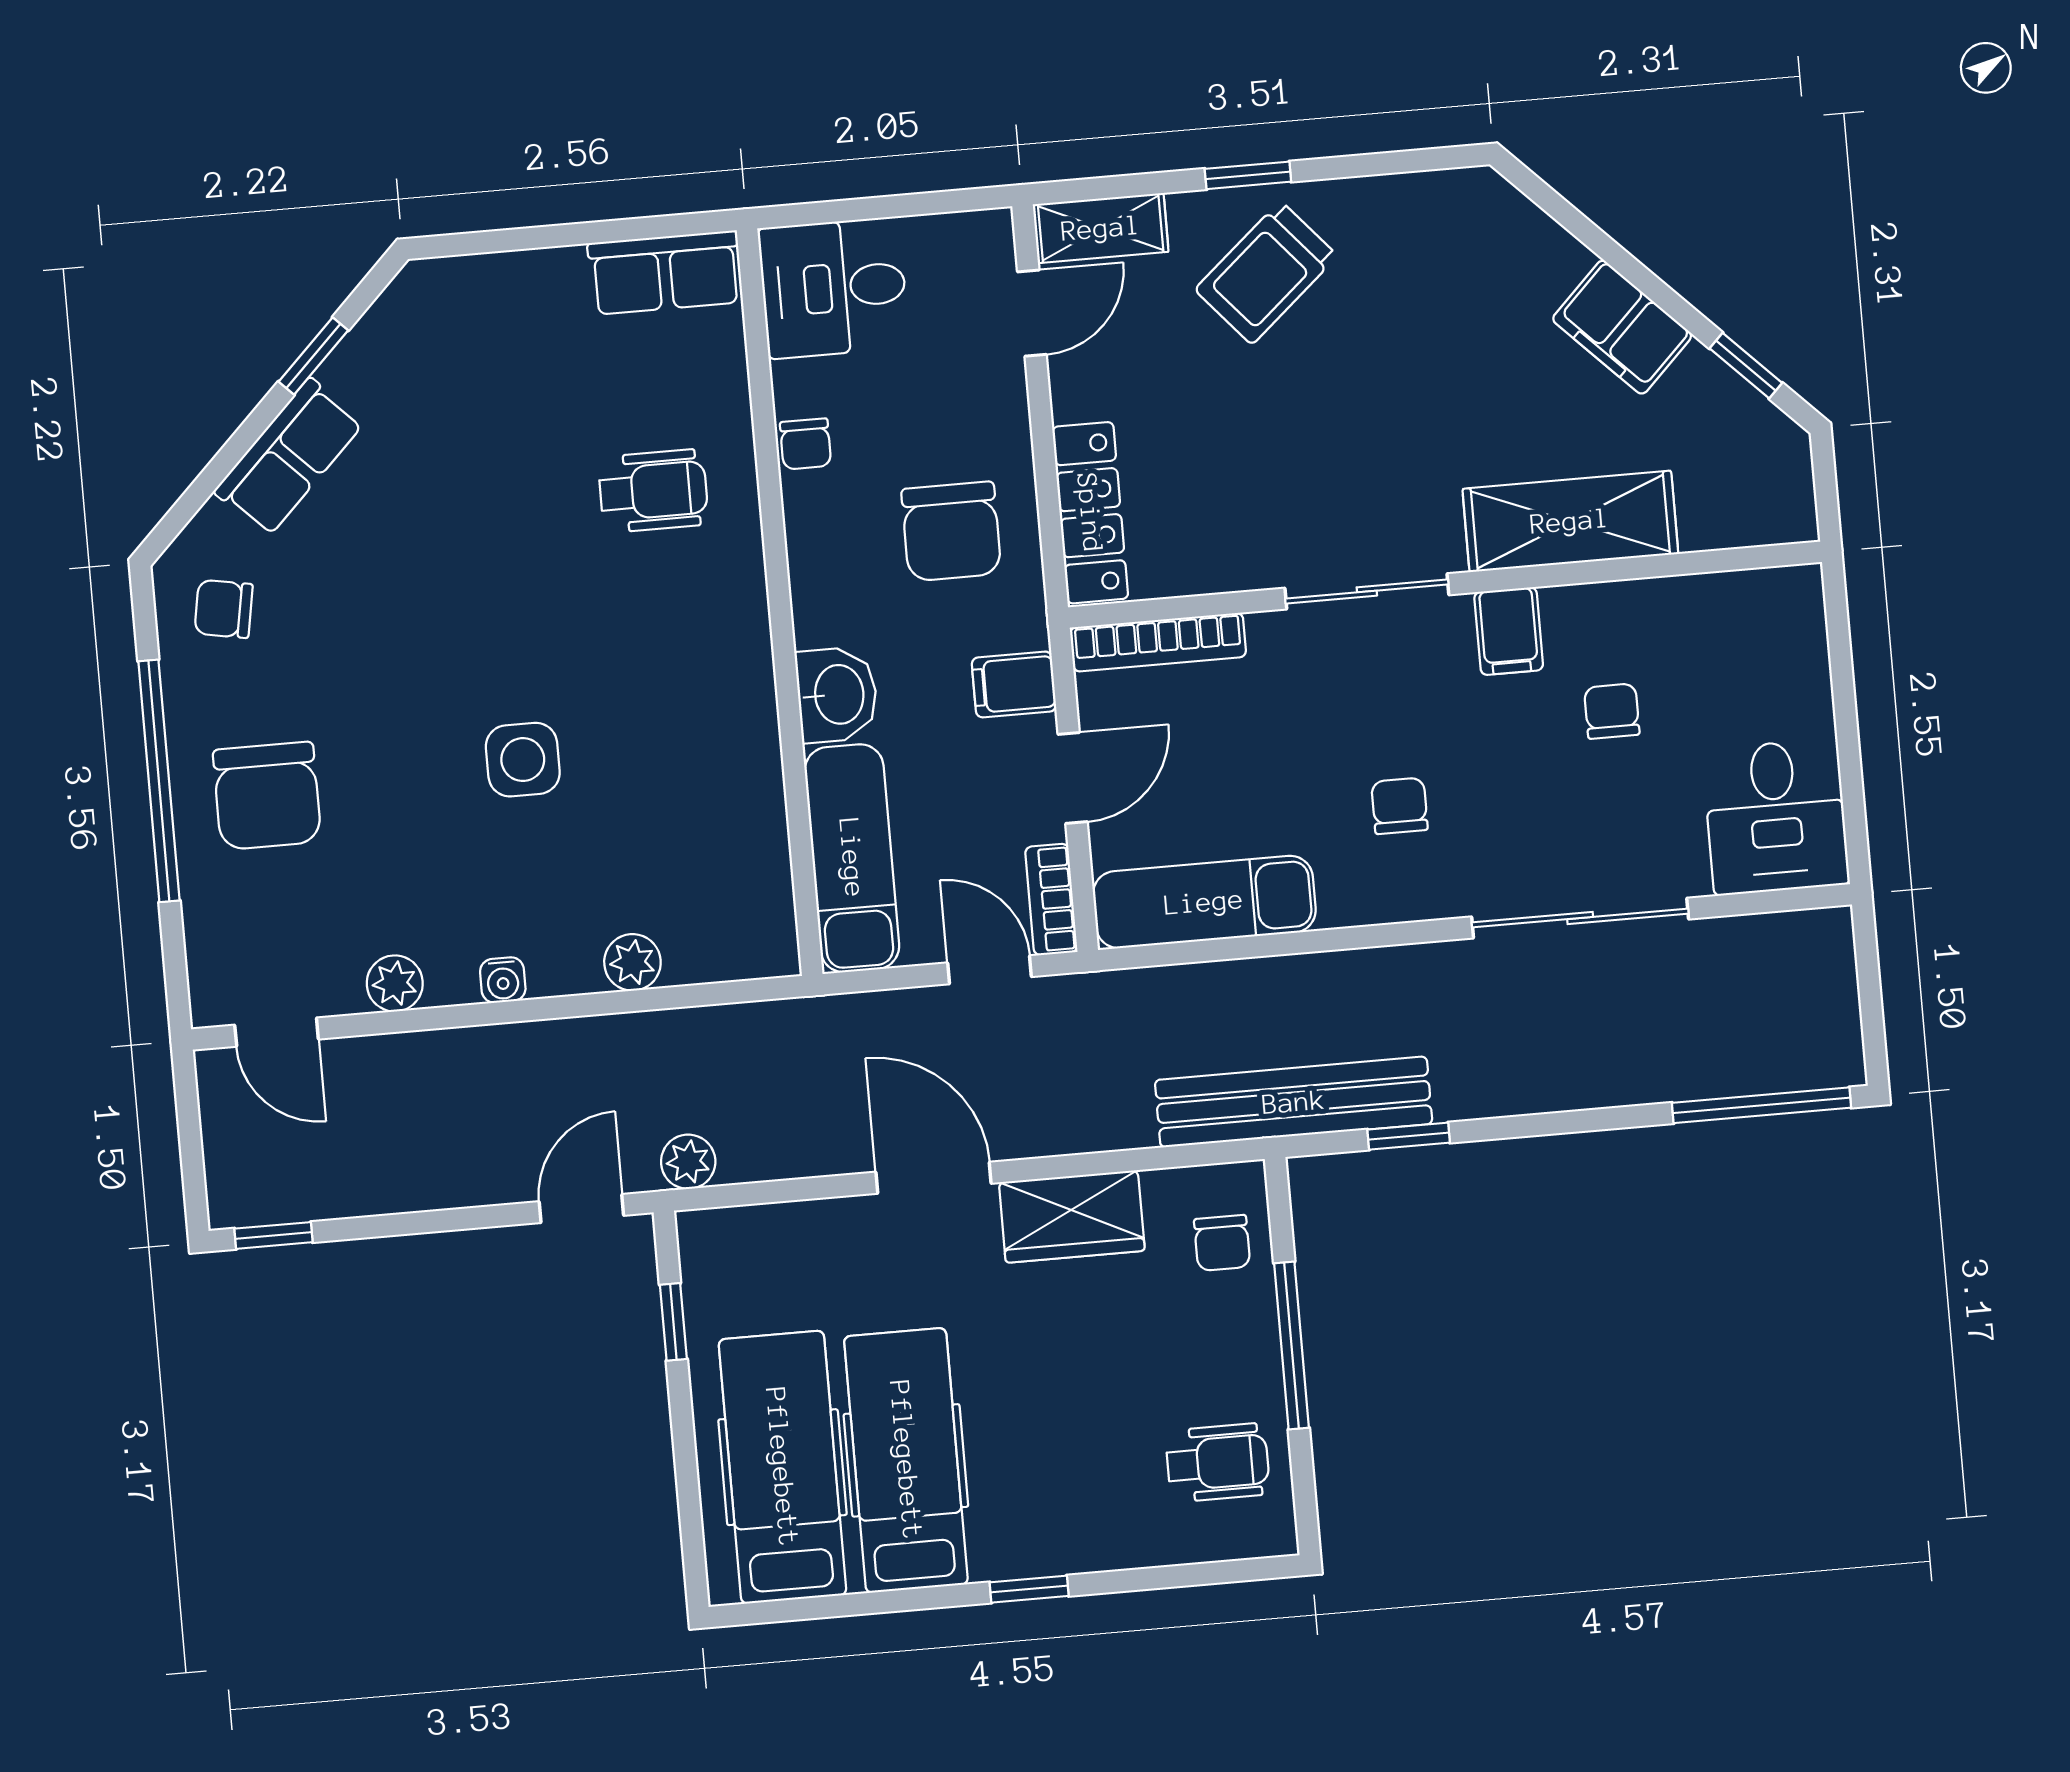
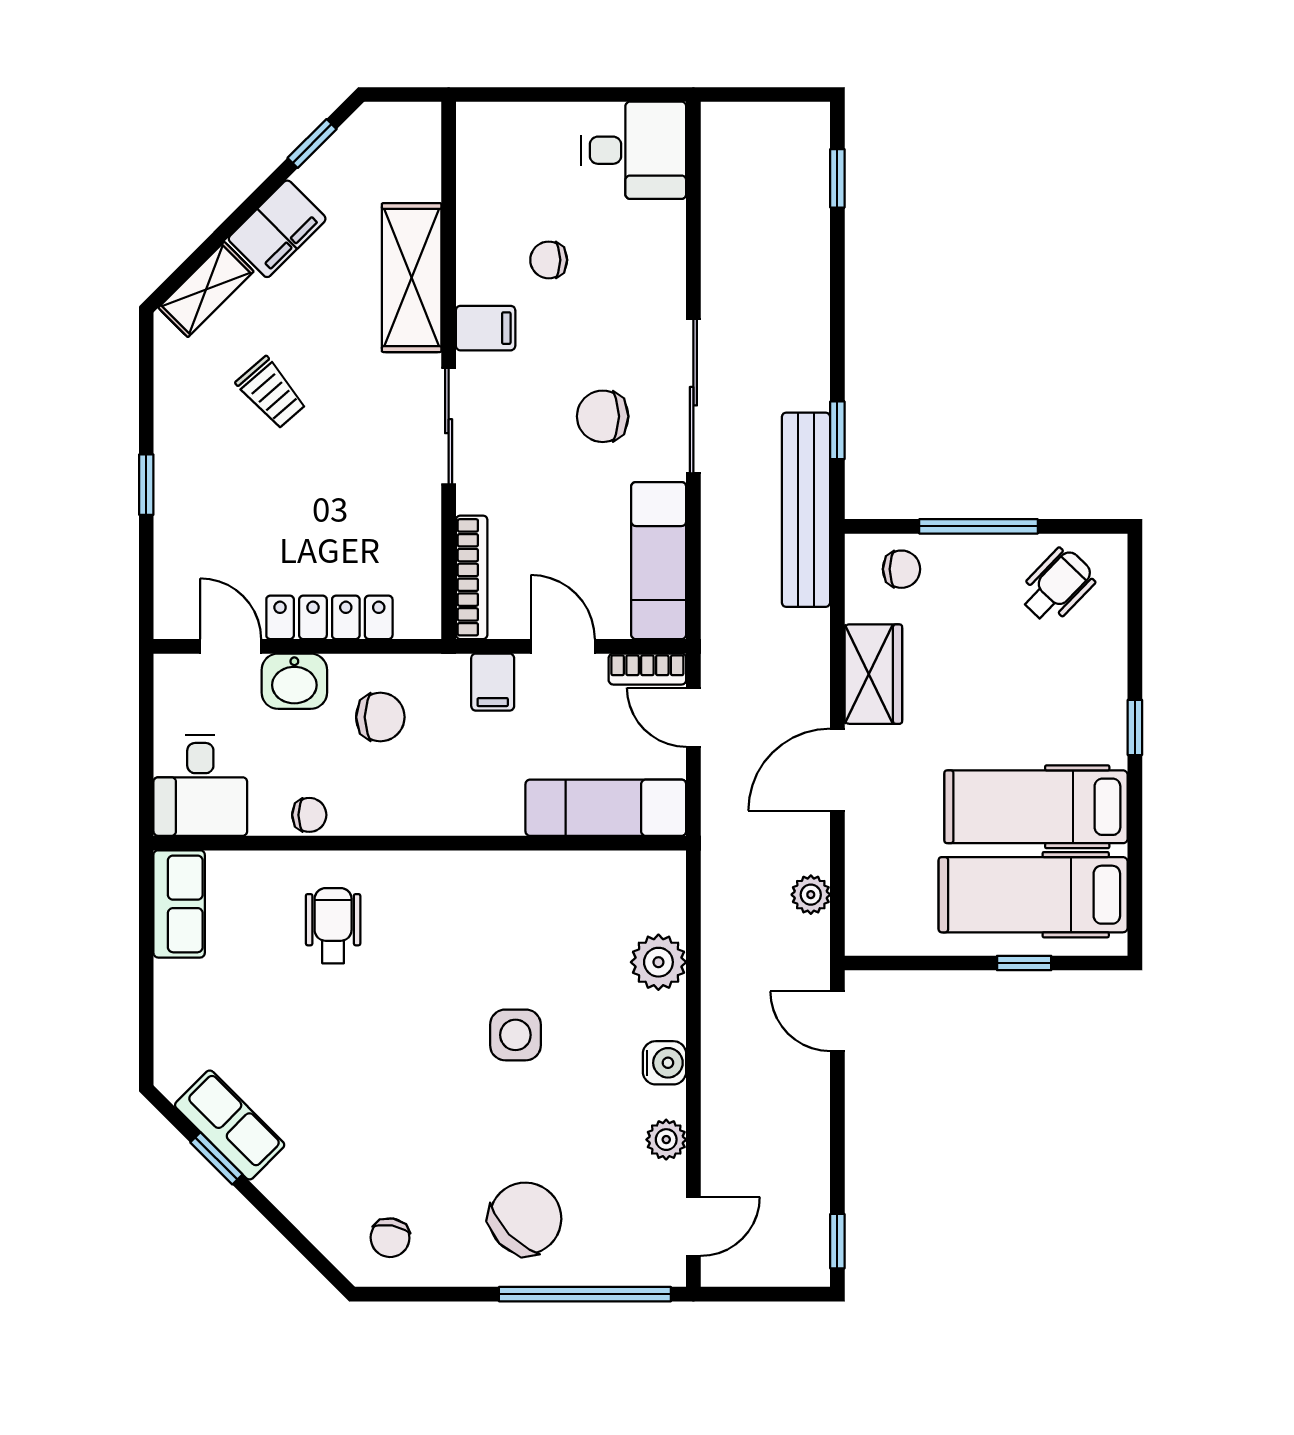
shelving: (1101, 228) -> (206, 289), moved, turned 45
trolley: (1266, 273) -> (271, 393), moved, width x0.73, depth x0.72
row of seats: (289, 457) -> (230, 1125), moved
locker: (1090, 513) -> (329, 617), moved
chair: (951, 531) -> (380, 717), width x0.73, depth x0.73
washbasin: (837, 695) -> (294, 681), moved, turned 180
window: (159, 781) -> (585, 1294), moved
chair: (267, 796) -> (525, 1218), turned -44
chair: (1399, 806) -> (603, 416), width x1.37, depth x1.37
sliding door: (1580, 918) -> (693, 396), moved
plant: (632, 962) -> (658, 962), width x1.38, depth x1.38
door: (989, 970) -> (693, 717), hinge flipped
water cooler: (503, 980) -> (664, 1063), width x1.38, depth x1.38
window: (1761, 1105) -> (837, 178), width x0.46
plant: (688, 1162) -> (811, 895), moved
window: (673, 1322) -> (1024, 963), moved
wheelchair: (1218, 1463) -> (1057, 586), turned 44

